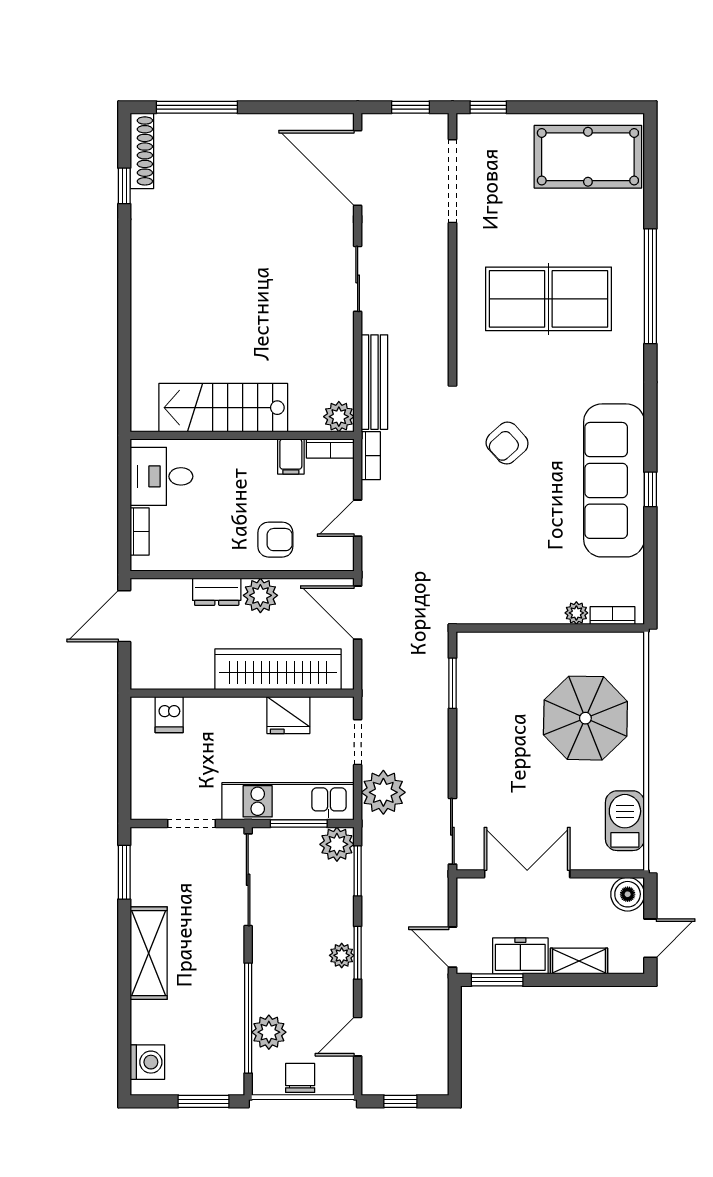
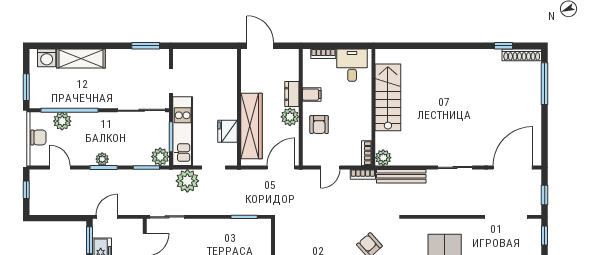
filing cabinet: (291, 457) -> (312, 95), moved, turned 180
door: (358, 518) -> (330, 167), swing flipped
door: (124, 616) -> (260, 46), moved
dishwasher: (169, 715) -> (228, 69), removed
shelving: (149, 953) -> (81, 58), moved

